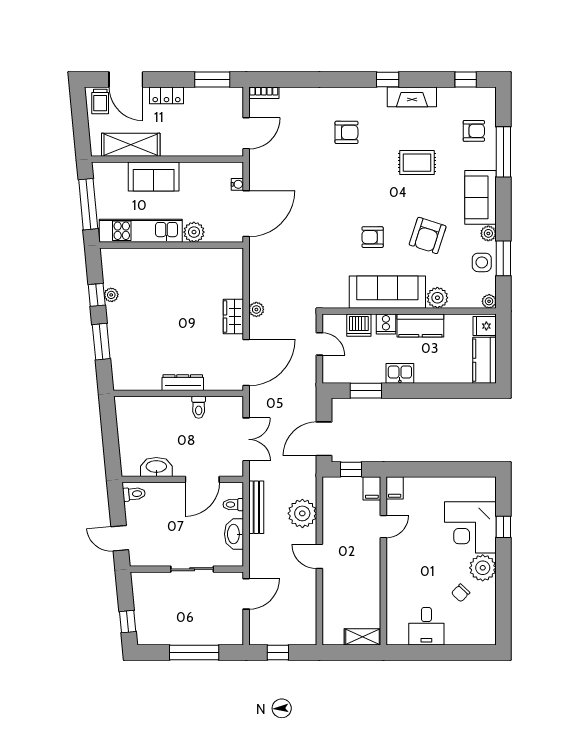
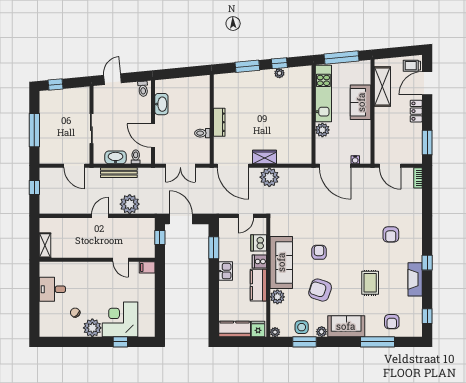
plant: (256, 309) -> (269, 177), width x1.87, depth x1.87
filing cabinet: (372, 488) -> (147, 252), removed
bench: (256, 507) -> (119, 173), moved

